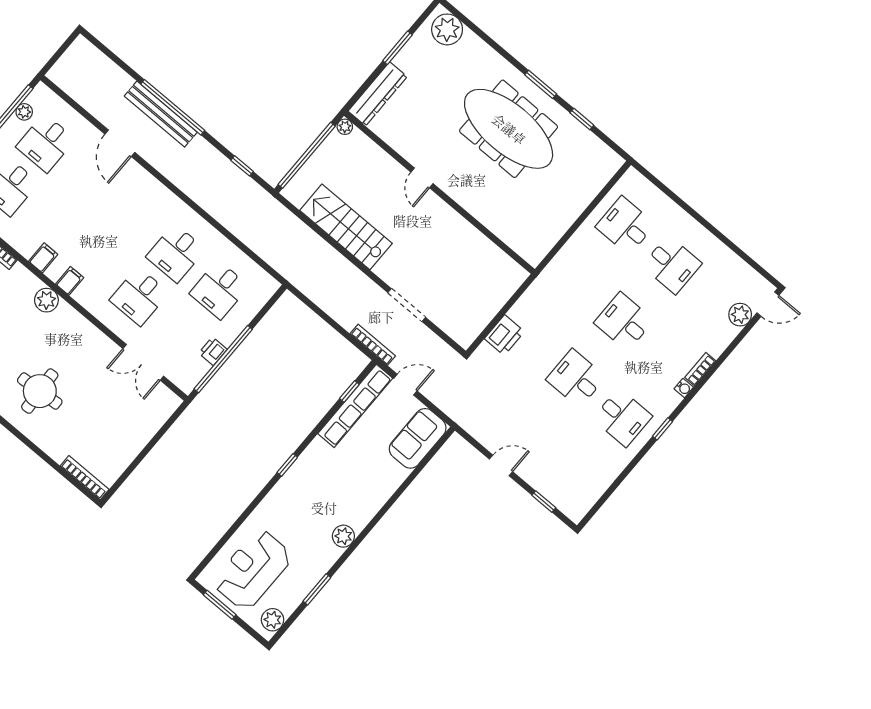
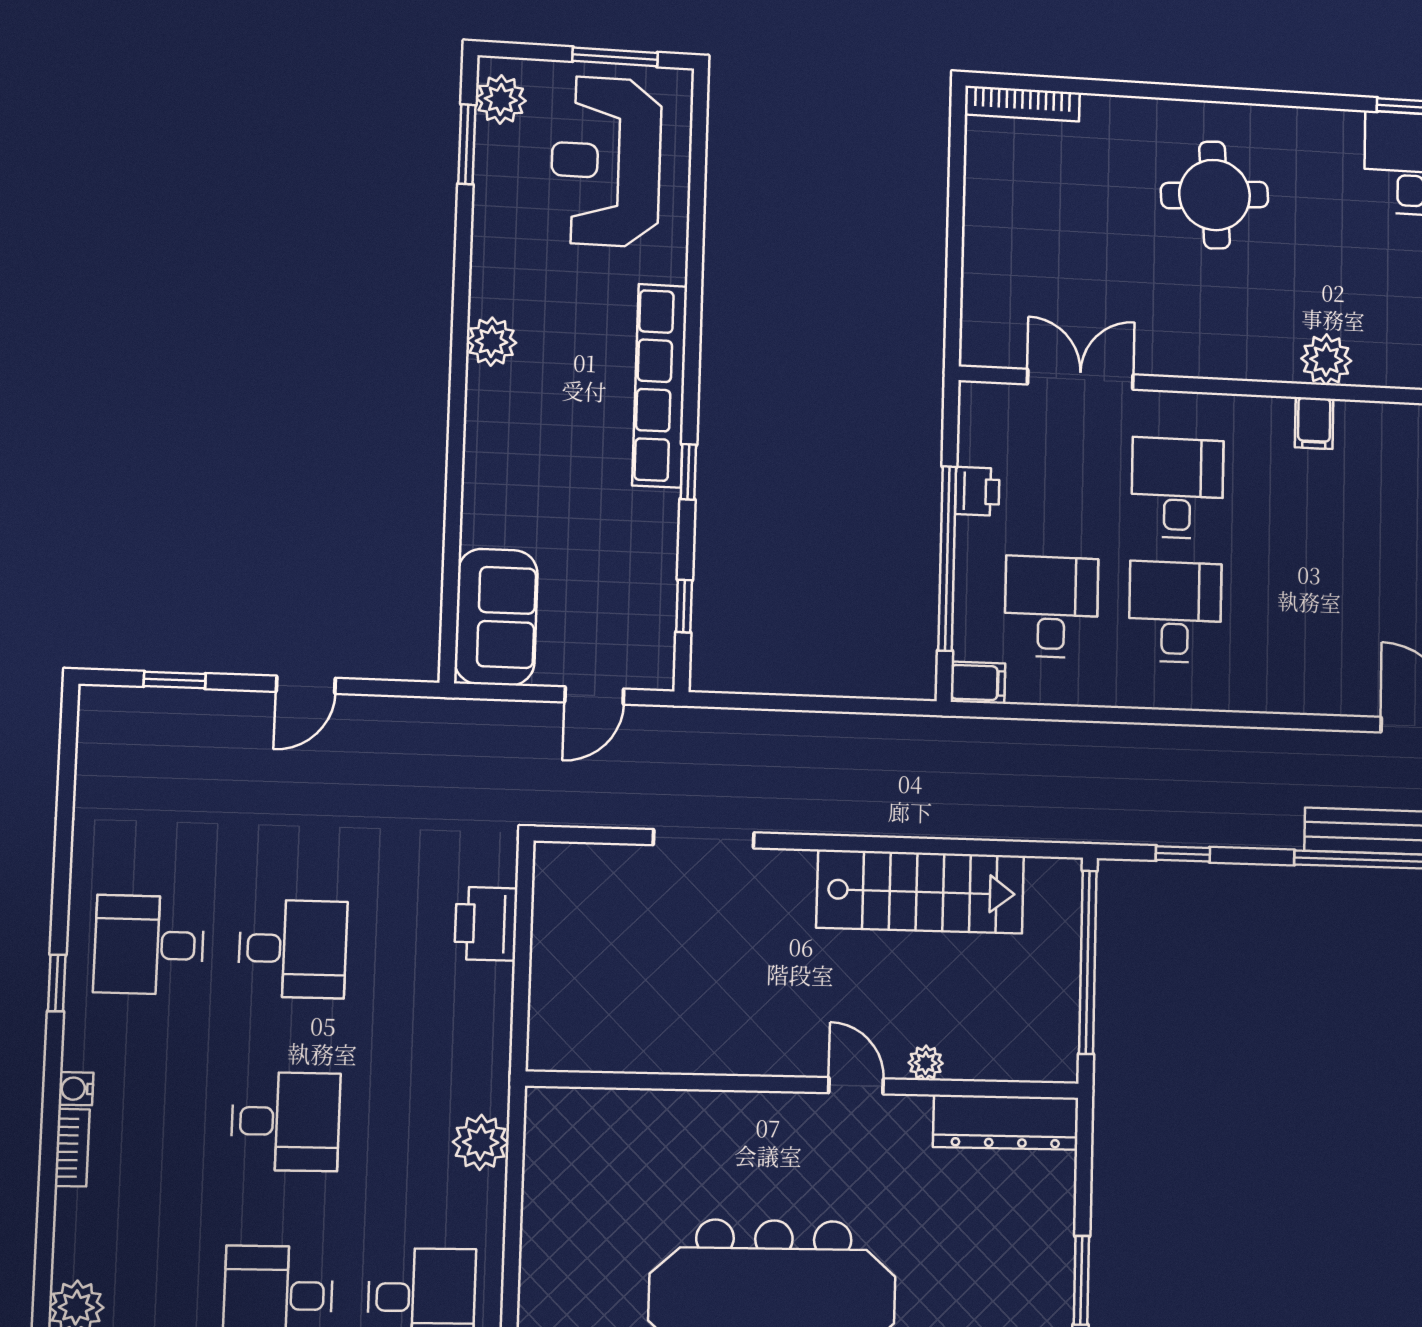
dresser: (378, 94) -> (1006, 1122), moved, turned -90
plant: (345, 127) -> (926, 1063), moved
filing cabinet: (43, 258) -> (978, 683), moved, turned -90
plant: (565, 262) -> (481, 1142), added
bookcase: (373, 345) -> (708, 721), removed
window: (223, 359) -> (947, 558), moved
row of seats: (355, 406) -> (660, 386), moved
window: (287, 465) -> (688, 472), moved
reception desk: (253, 570) -> (606, 162), turned 180
window: (317, 589) -> (467, 144), moved

